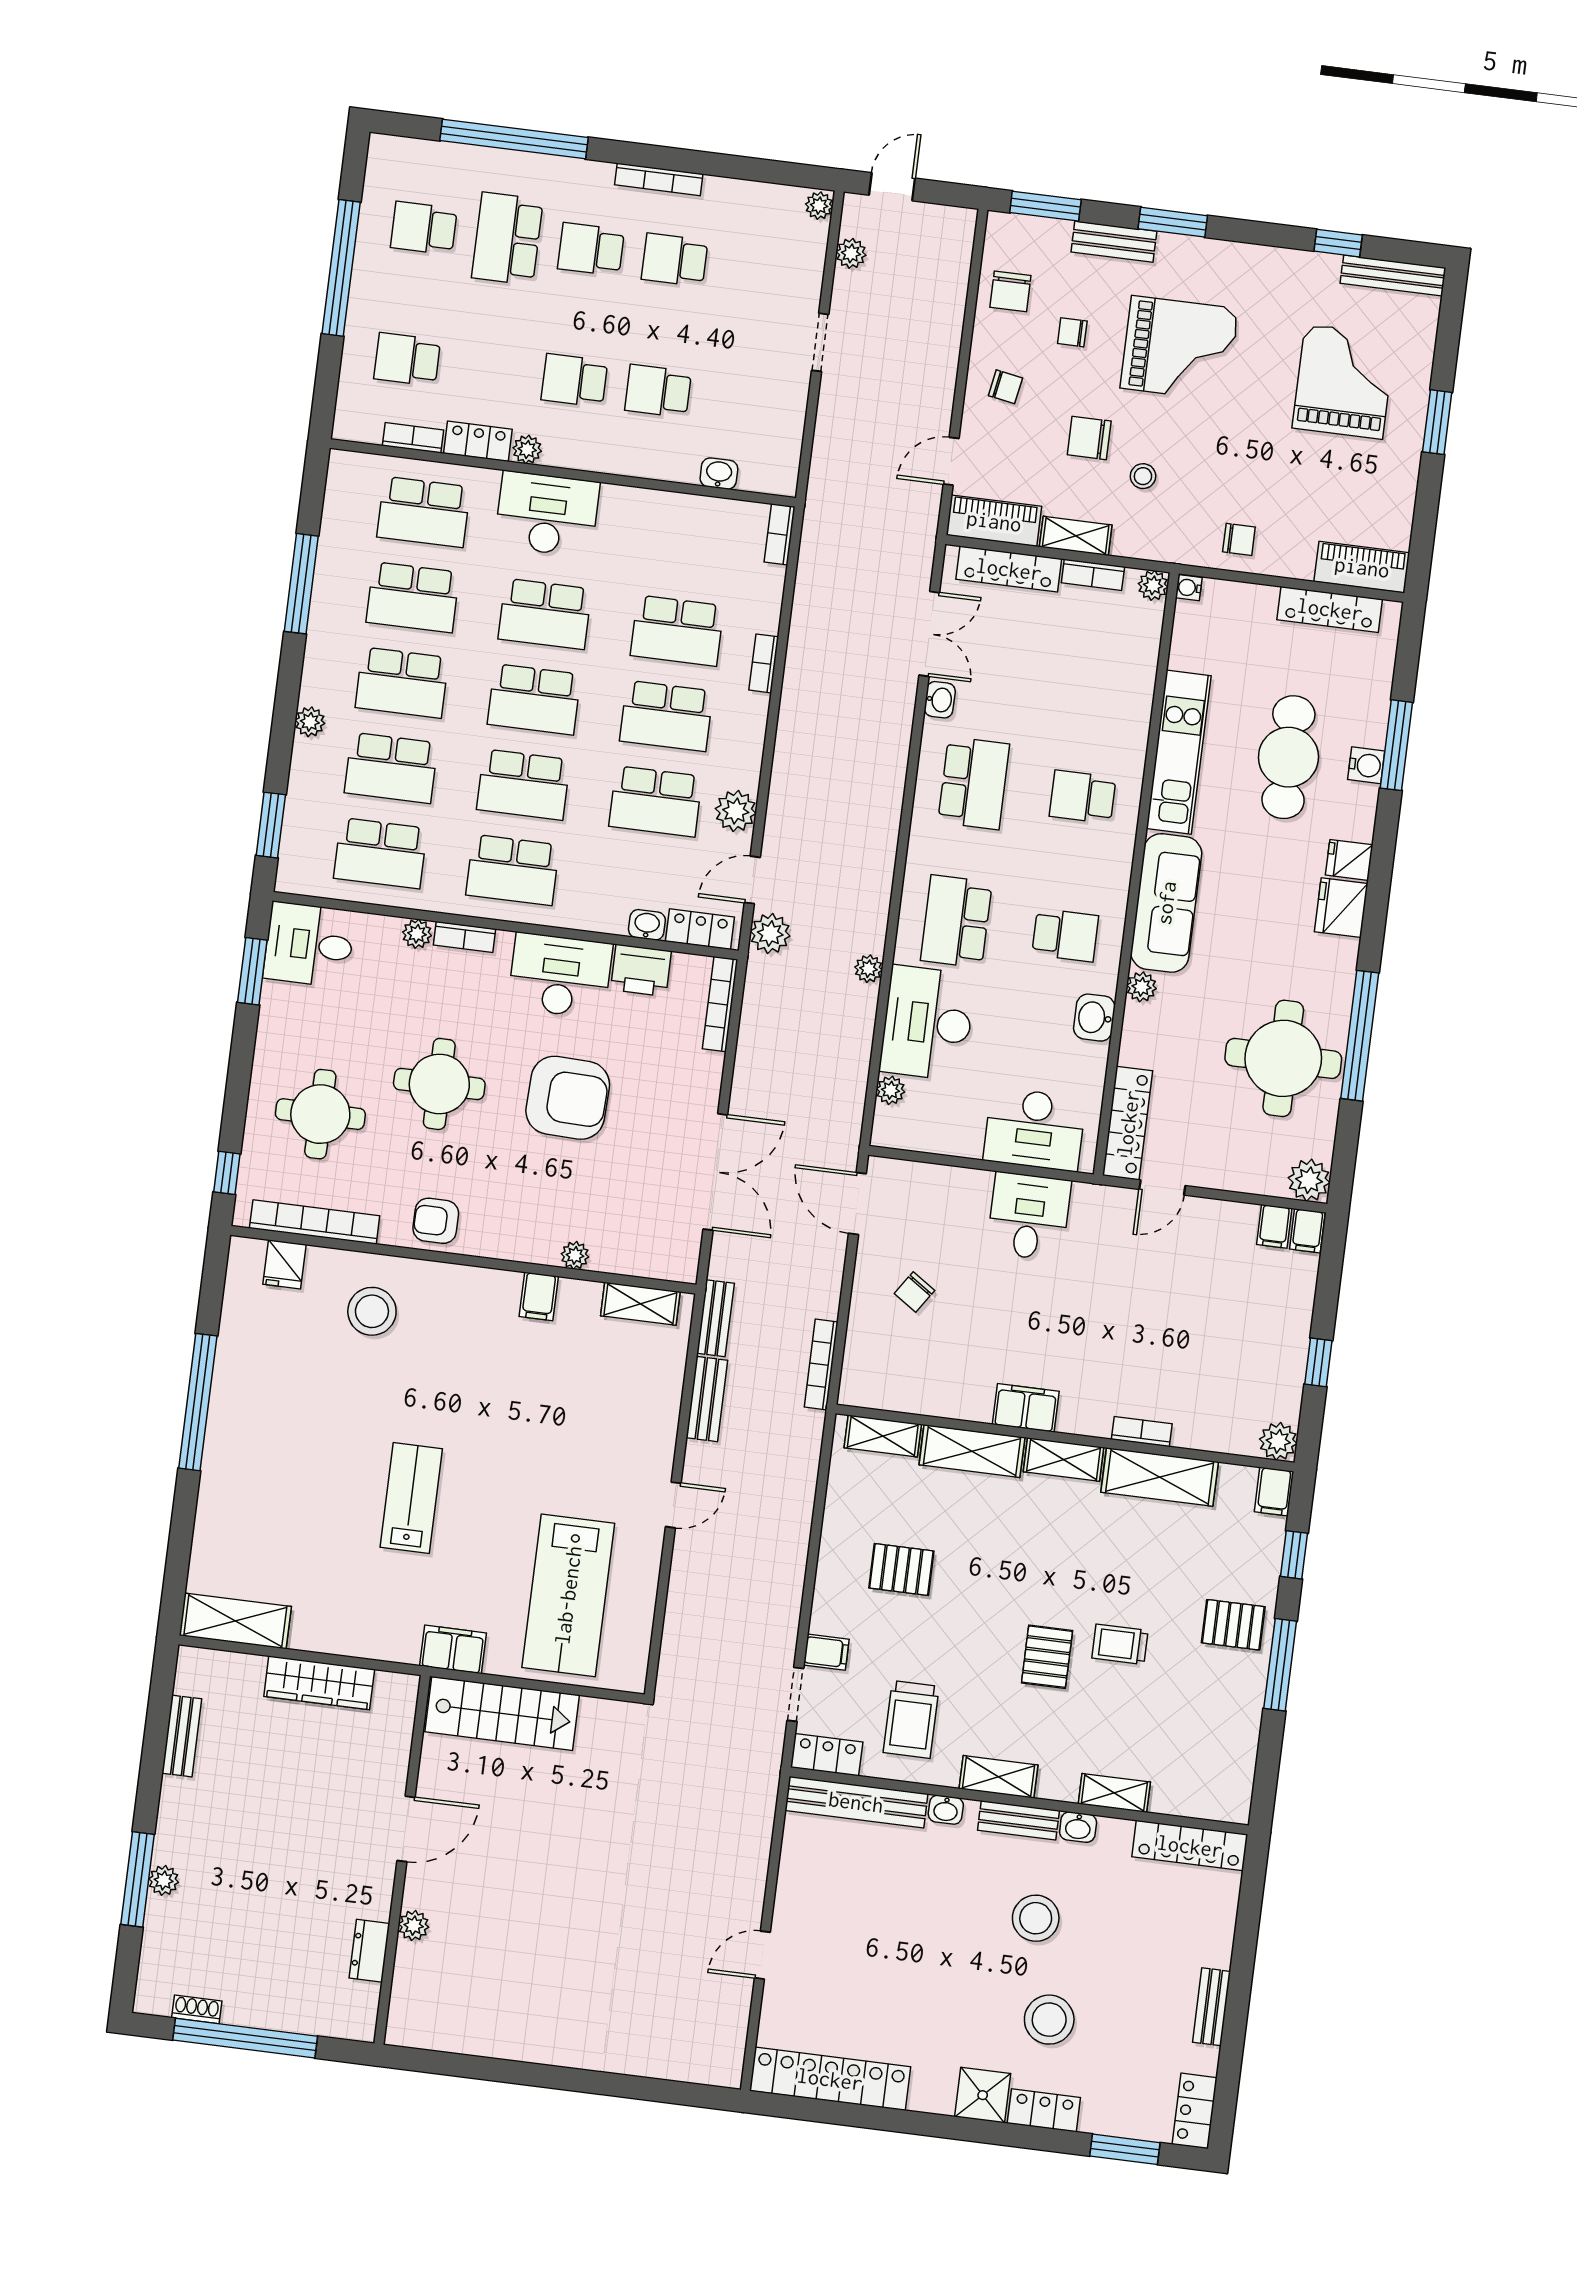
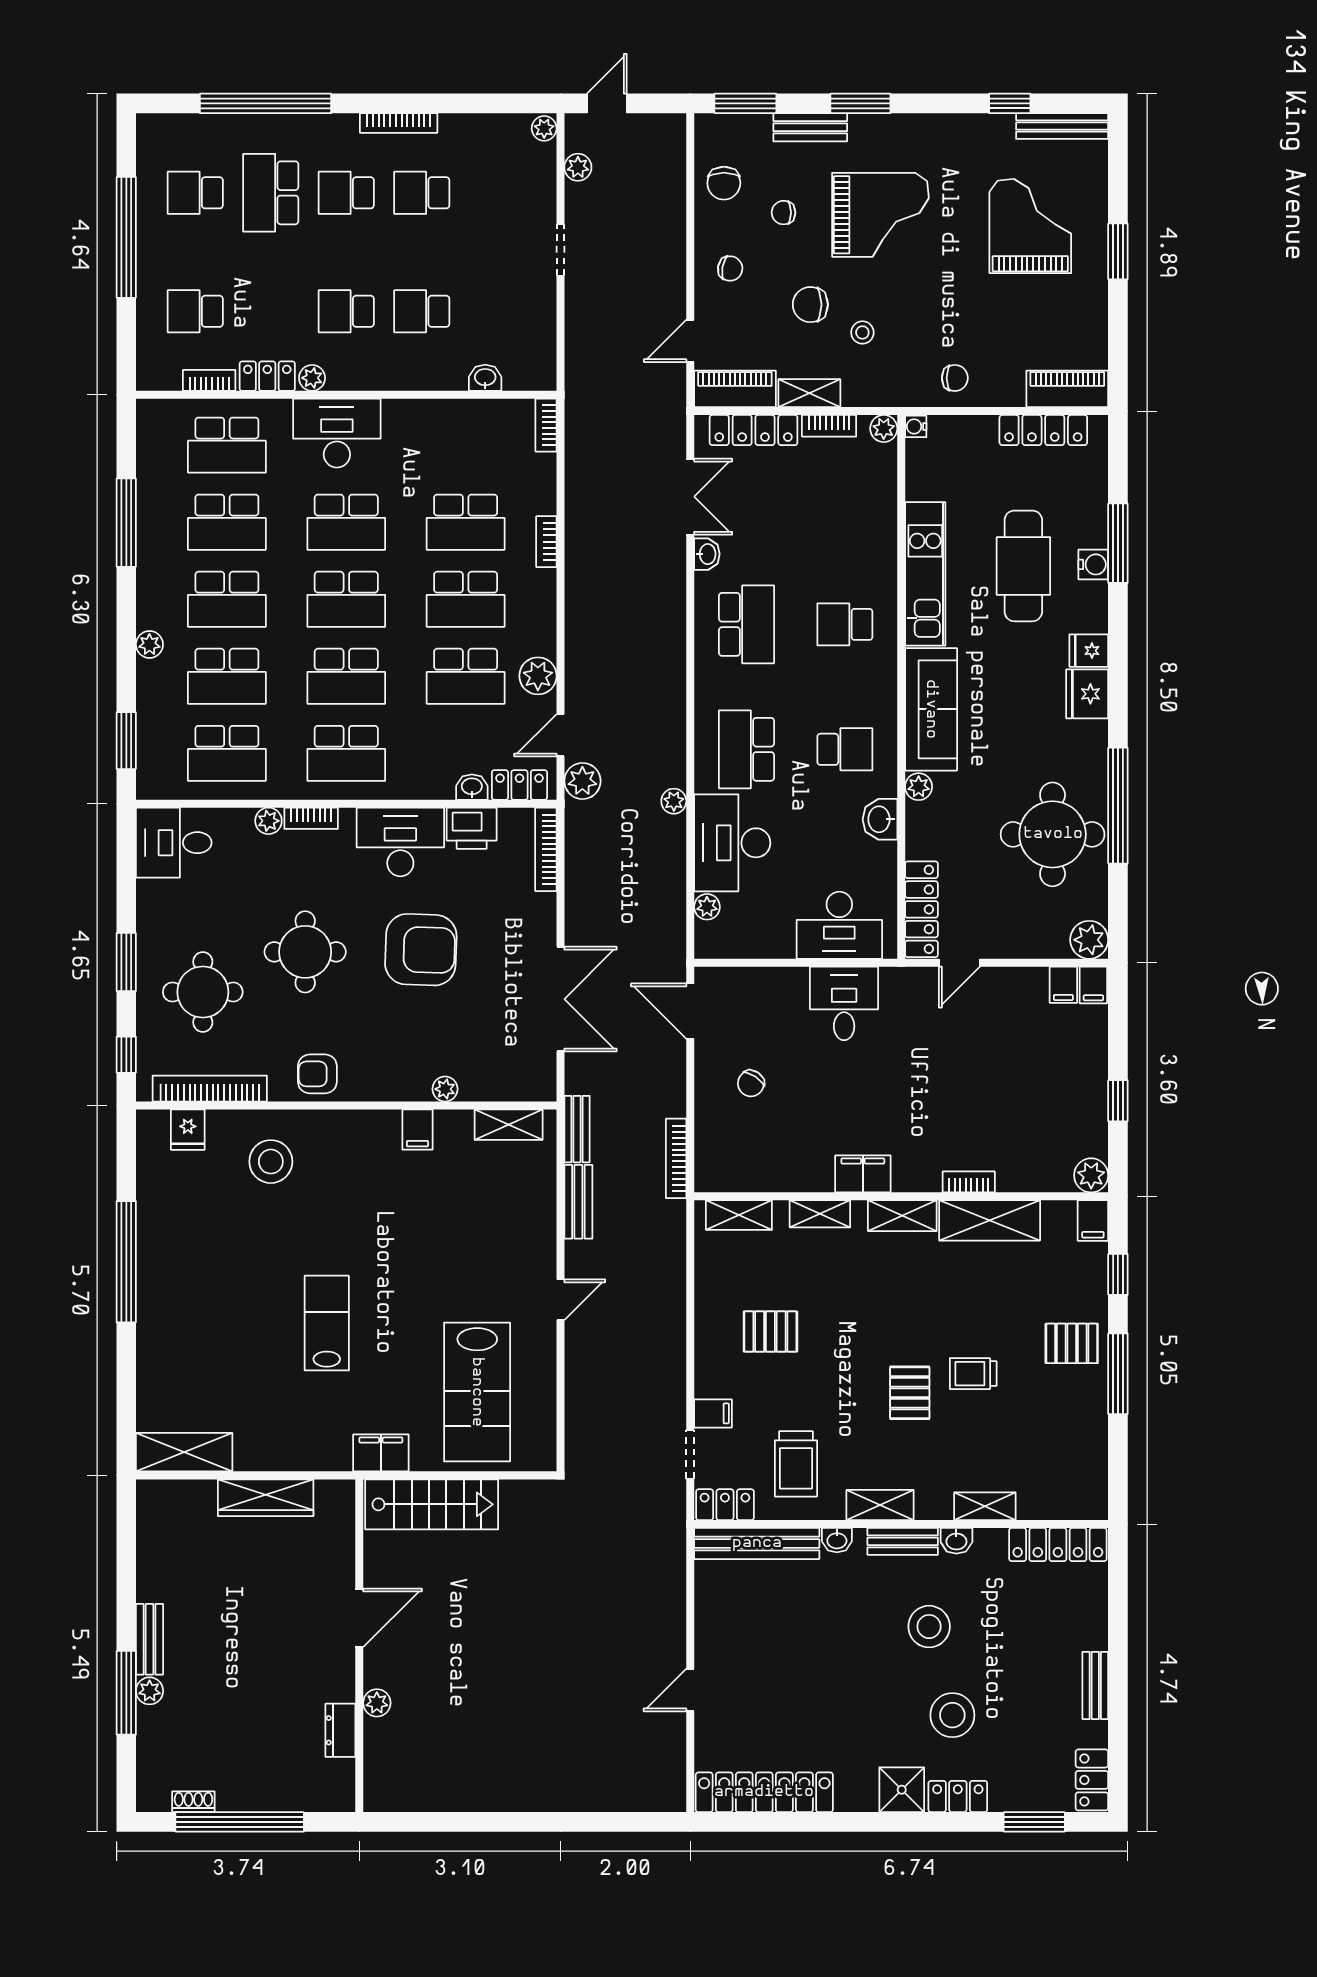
window: (252, 971) -> (126, 962), moved
shelving: (972, 1451) -> (820, 1214), width x0.67, depth x0.75
bench: (182, 1736) -> (149, 1639), moved

